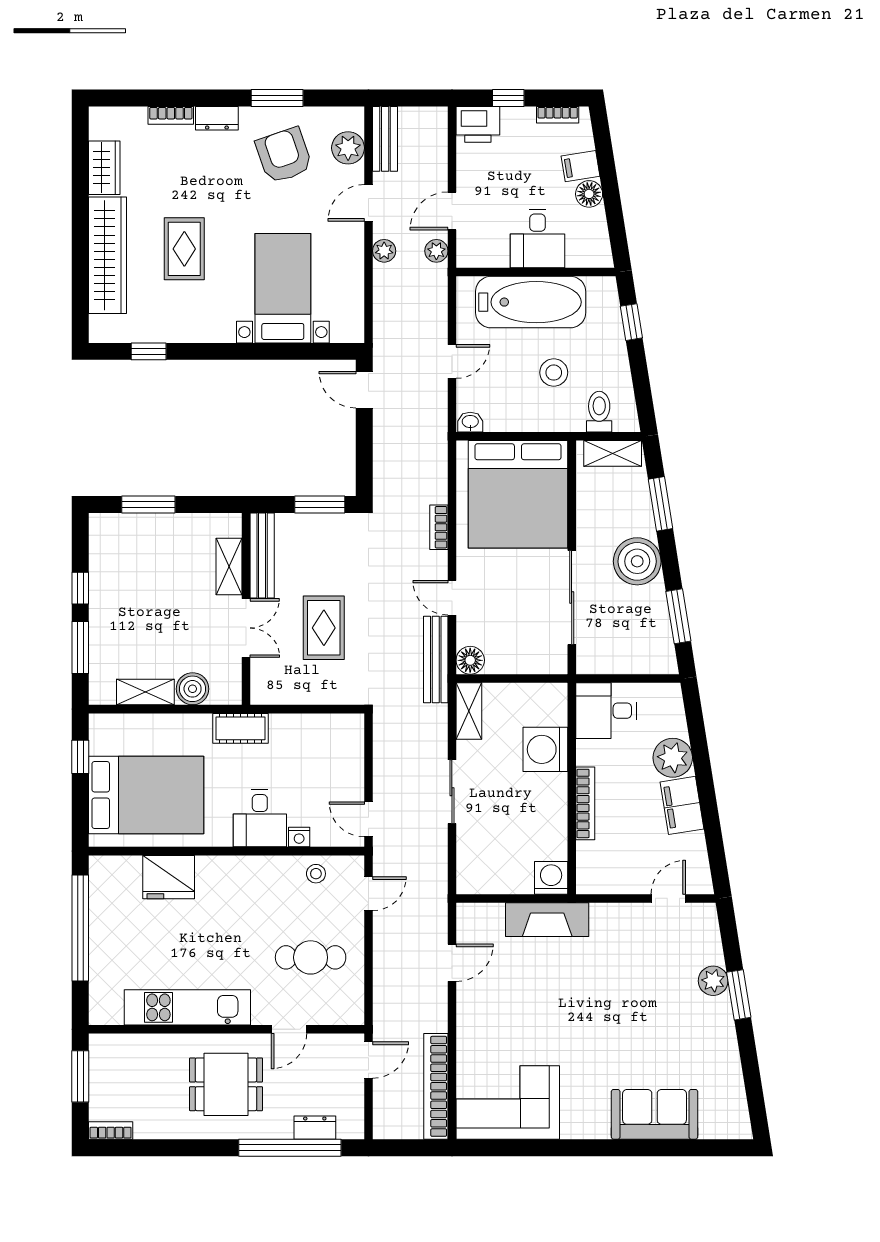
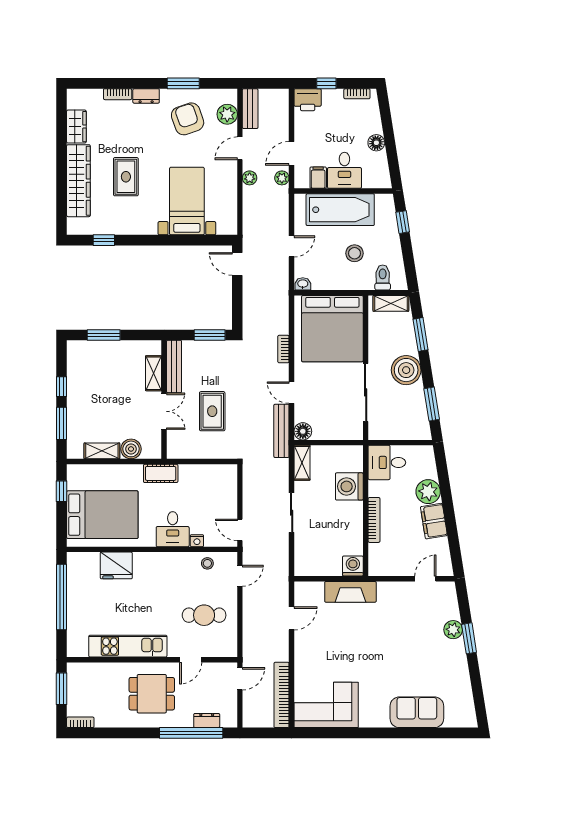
filing cabinet: (580, 166) -> (318, 178), moved, turned 99

